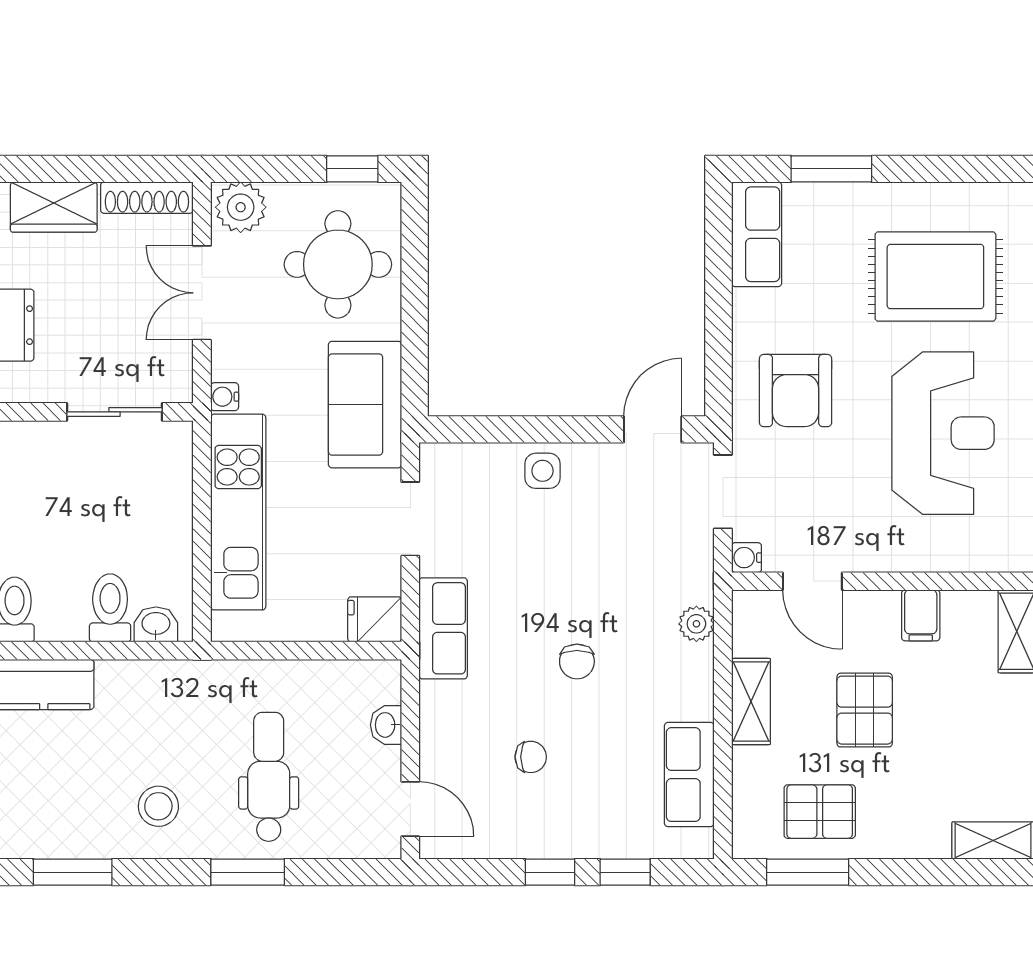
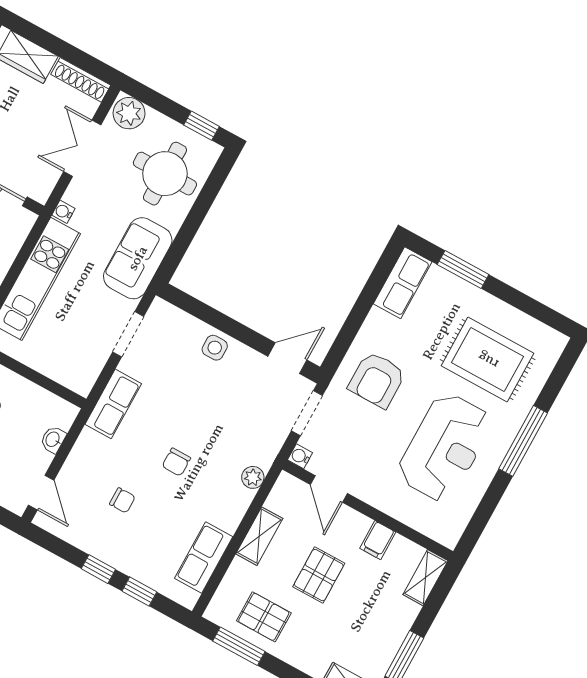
fridge: (375, 619) -> (78, 378), removed

